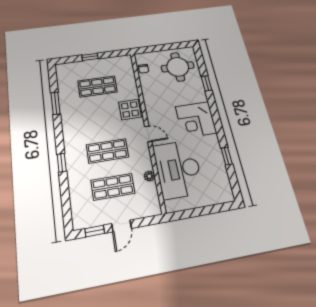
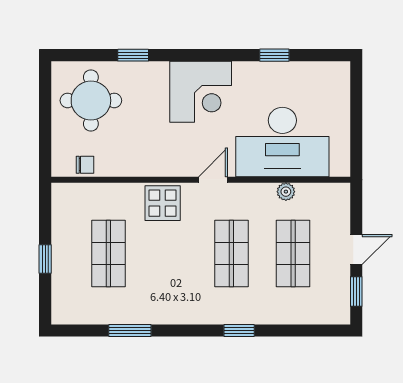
door: (121, 226) -> (356, 250), hinge flipped

